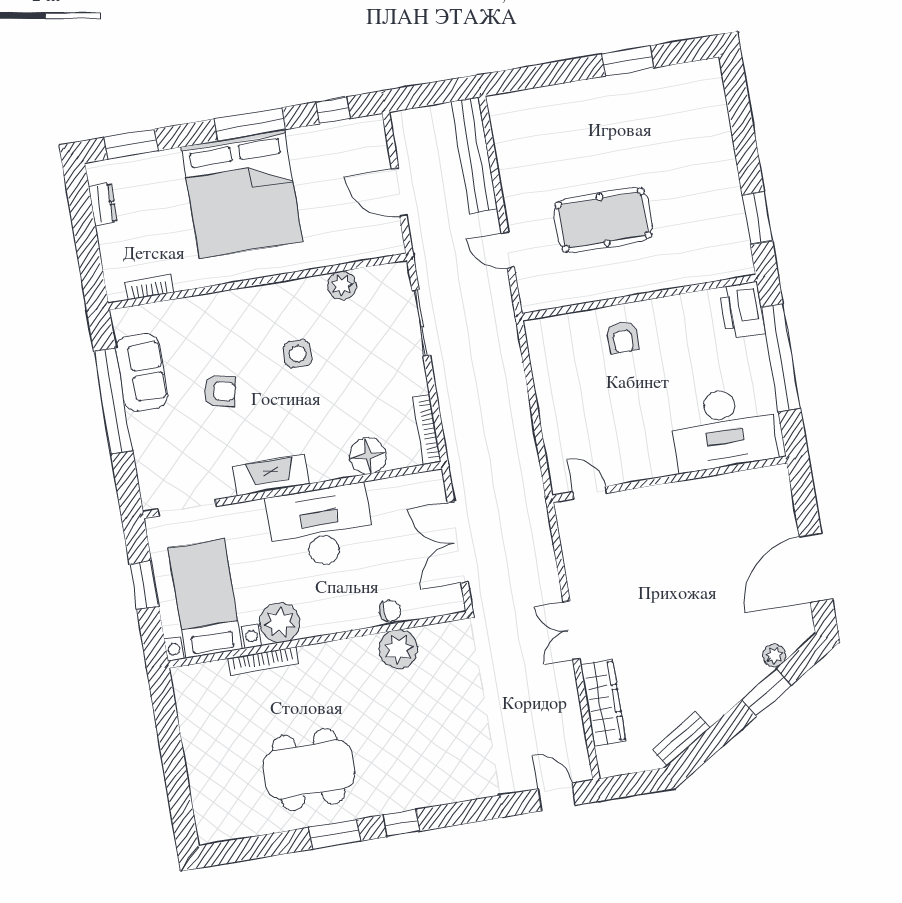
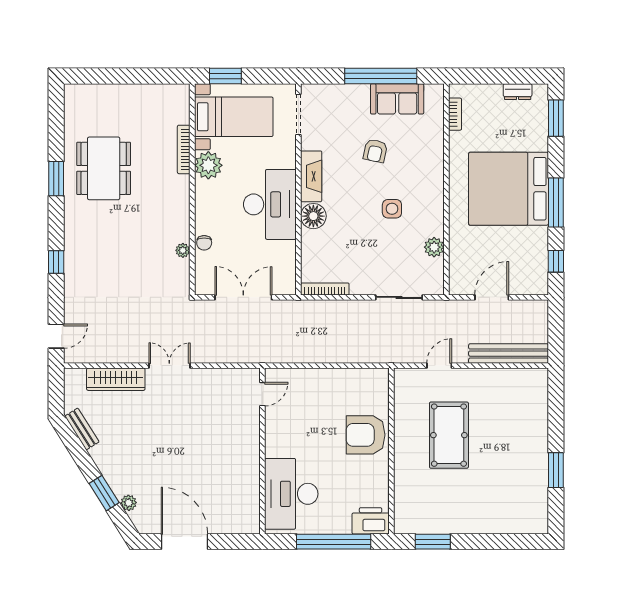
armchair: (623, 338) -> (366, 435), width x1.88, depth x1.88
floor lamp: (368, 456) -> (313, 216), moved
window: (144, 585) -> (225, 76), moved
plant: (398, 649) -> (183, 250), width x0.53, depth x0.53
window: (402, 823) -> (56, 262), moved

